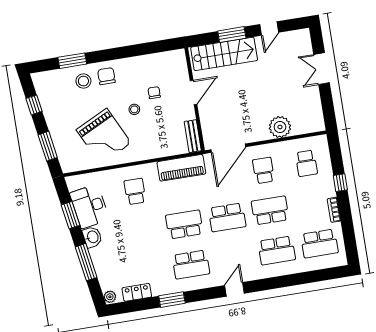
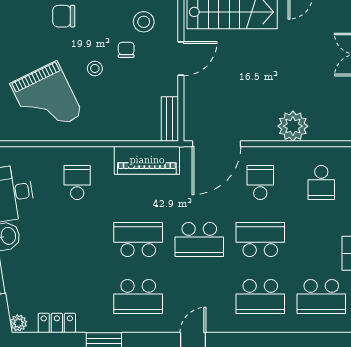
chair: (106, 76) -> (64, 16), turned -90
stool: (83, 81) -> (144, 22), moved

